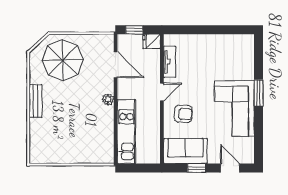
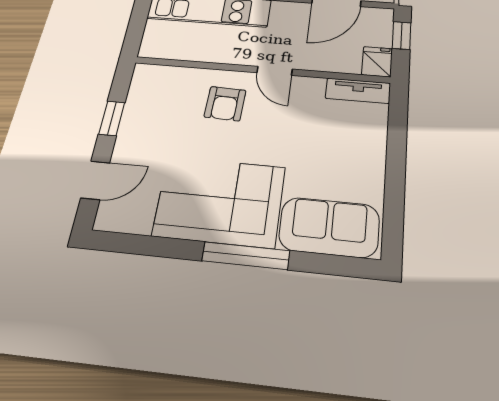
tv unit: (170, 62) -> (358, 91), moved
window: (259, 93) -> (246, 256), width x1.44
sofa: (185, 151) -> (329, 227), moved, turned -90

